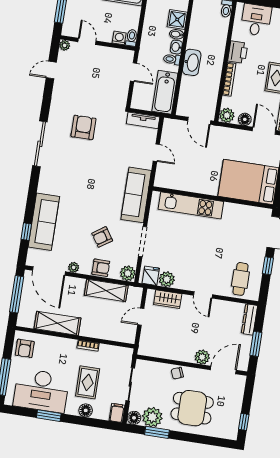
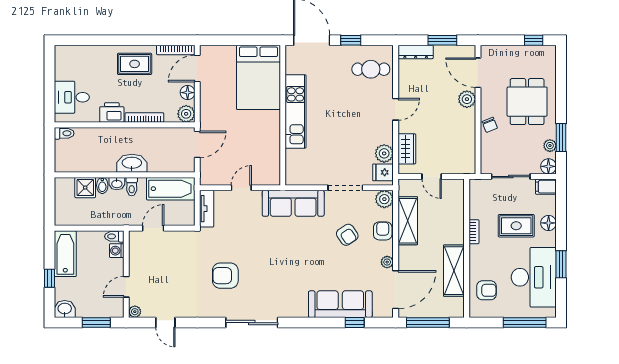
kitchen unit: (191, 205) -> (296, 111), moved
armchair: (25, 348) -> (486, 290), moved
plant: (152, 417) -> (550, 146), width x0.53, depth x0.53

